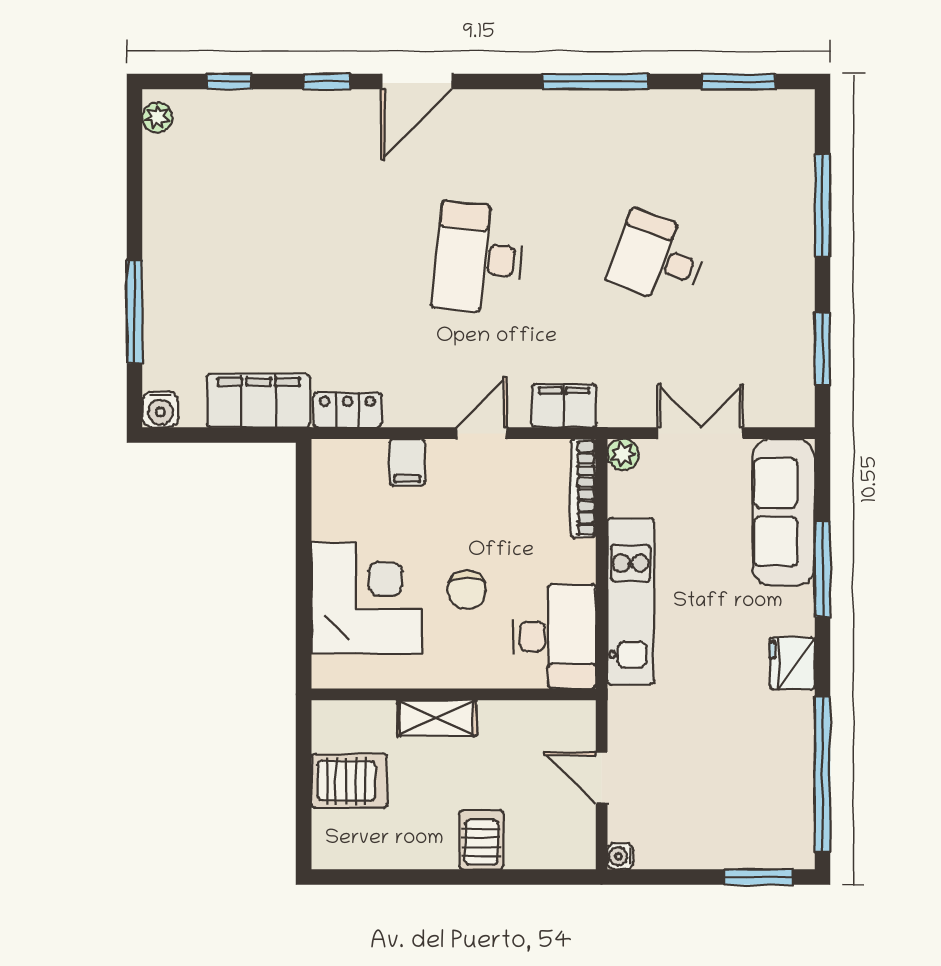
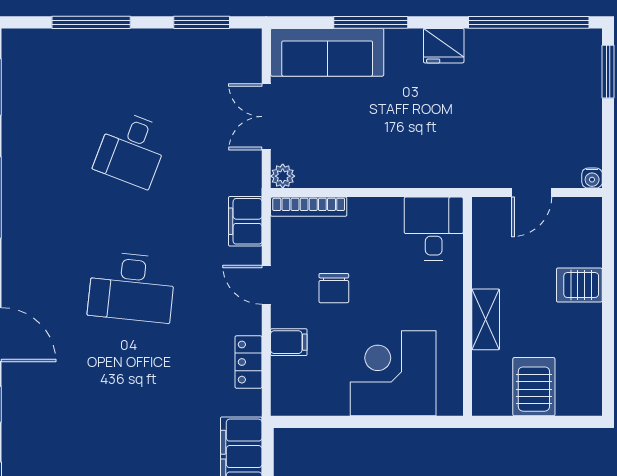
locker: (347, 410) -> (248, 362), moved
chair: (467, 590) -> (334, 288), moved, turned 90
kitchen unit: (631, 601) -> (396, 170), removed
desk: (555, 636) -> (434, 229), width x0.73

